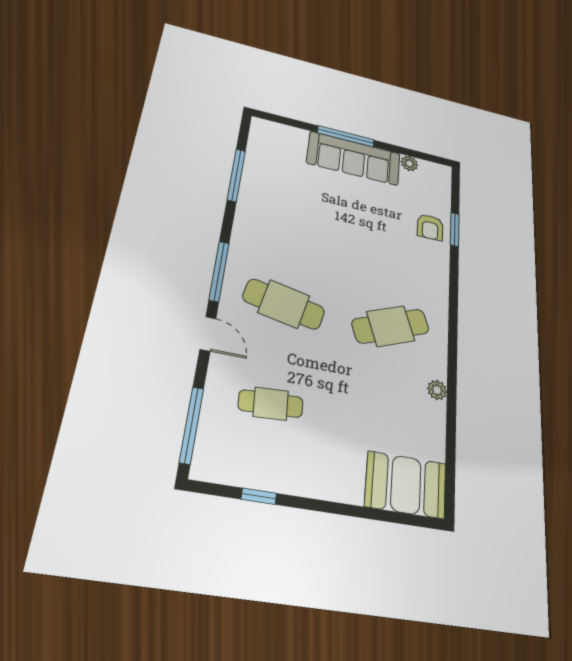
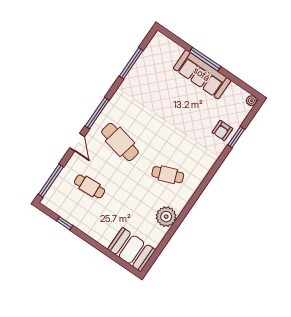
plant: (409, 163) -> (251, 101), moved
cafe table: (391, 326) -> (168, 175), width x0.73, depth x0.74
plant: (437, 390) -> (166, 217), width x1.88, depth x1.88

